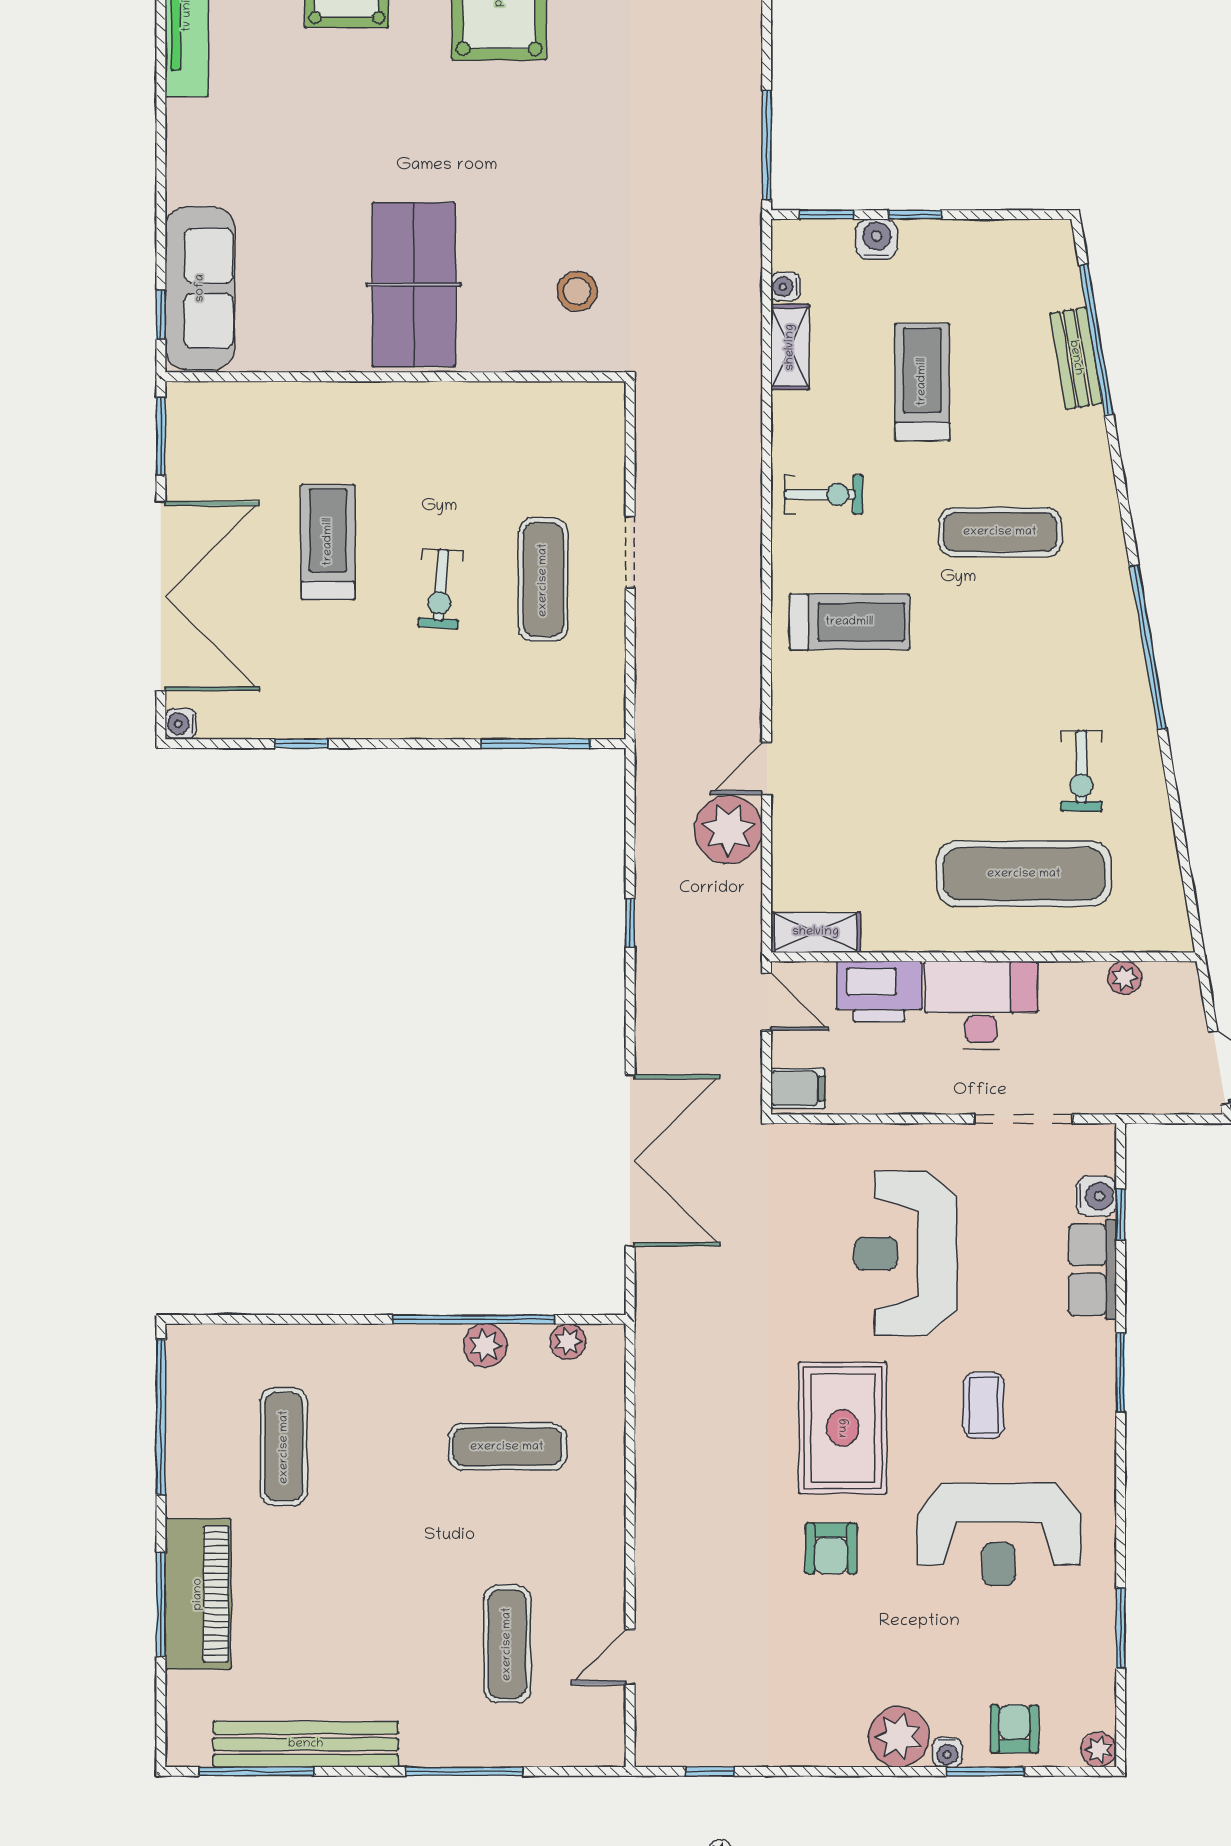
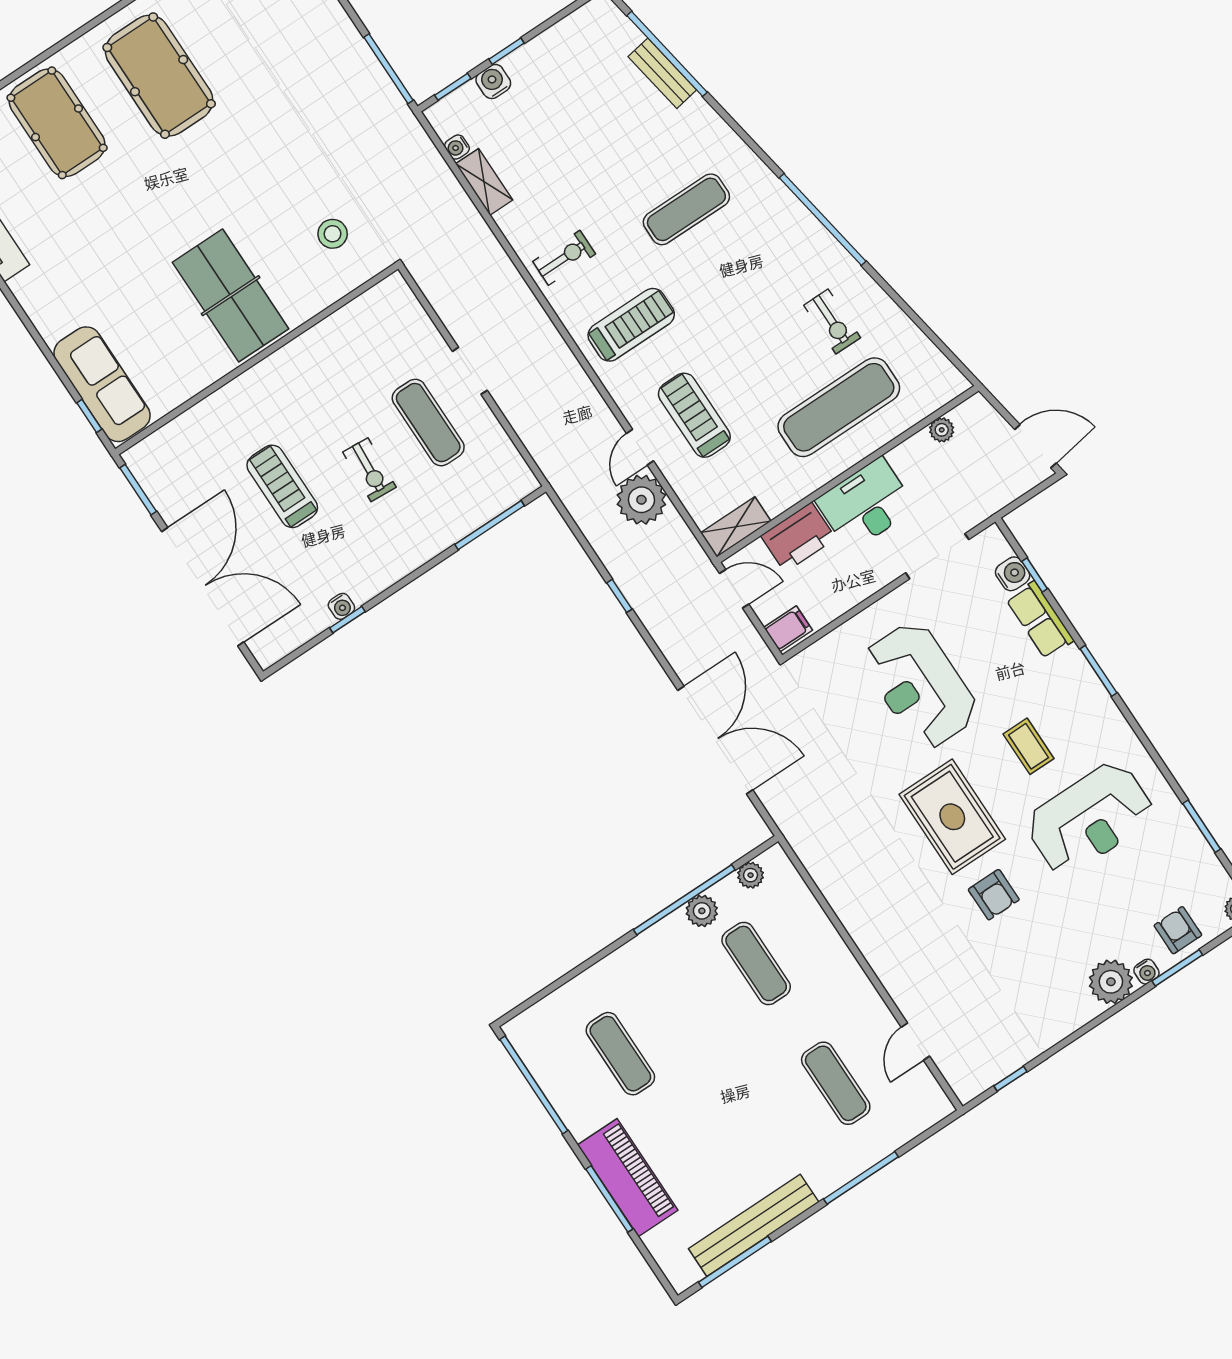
treadmill: (922, 382) -> (694, 415), moved
water cooler: (181, 724) -> (341, 606), moved, turned -90
exercise mat: (507, 1447) -> (756, 963), turned 90

